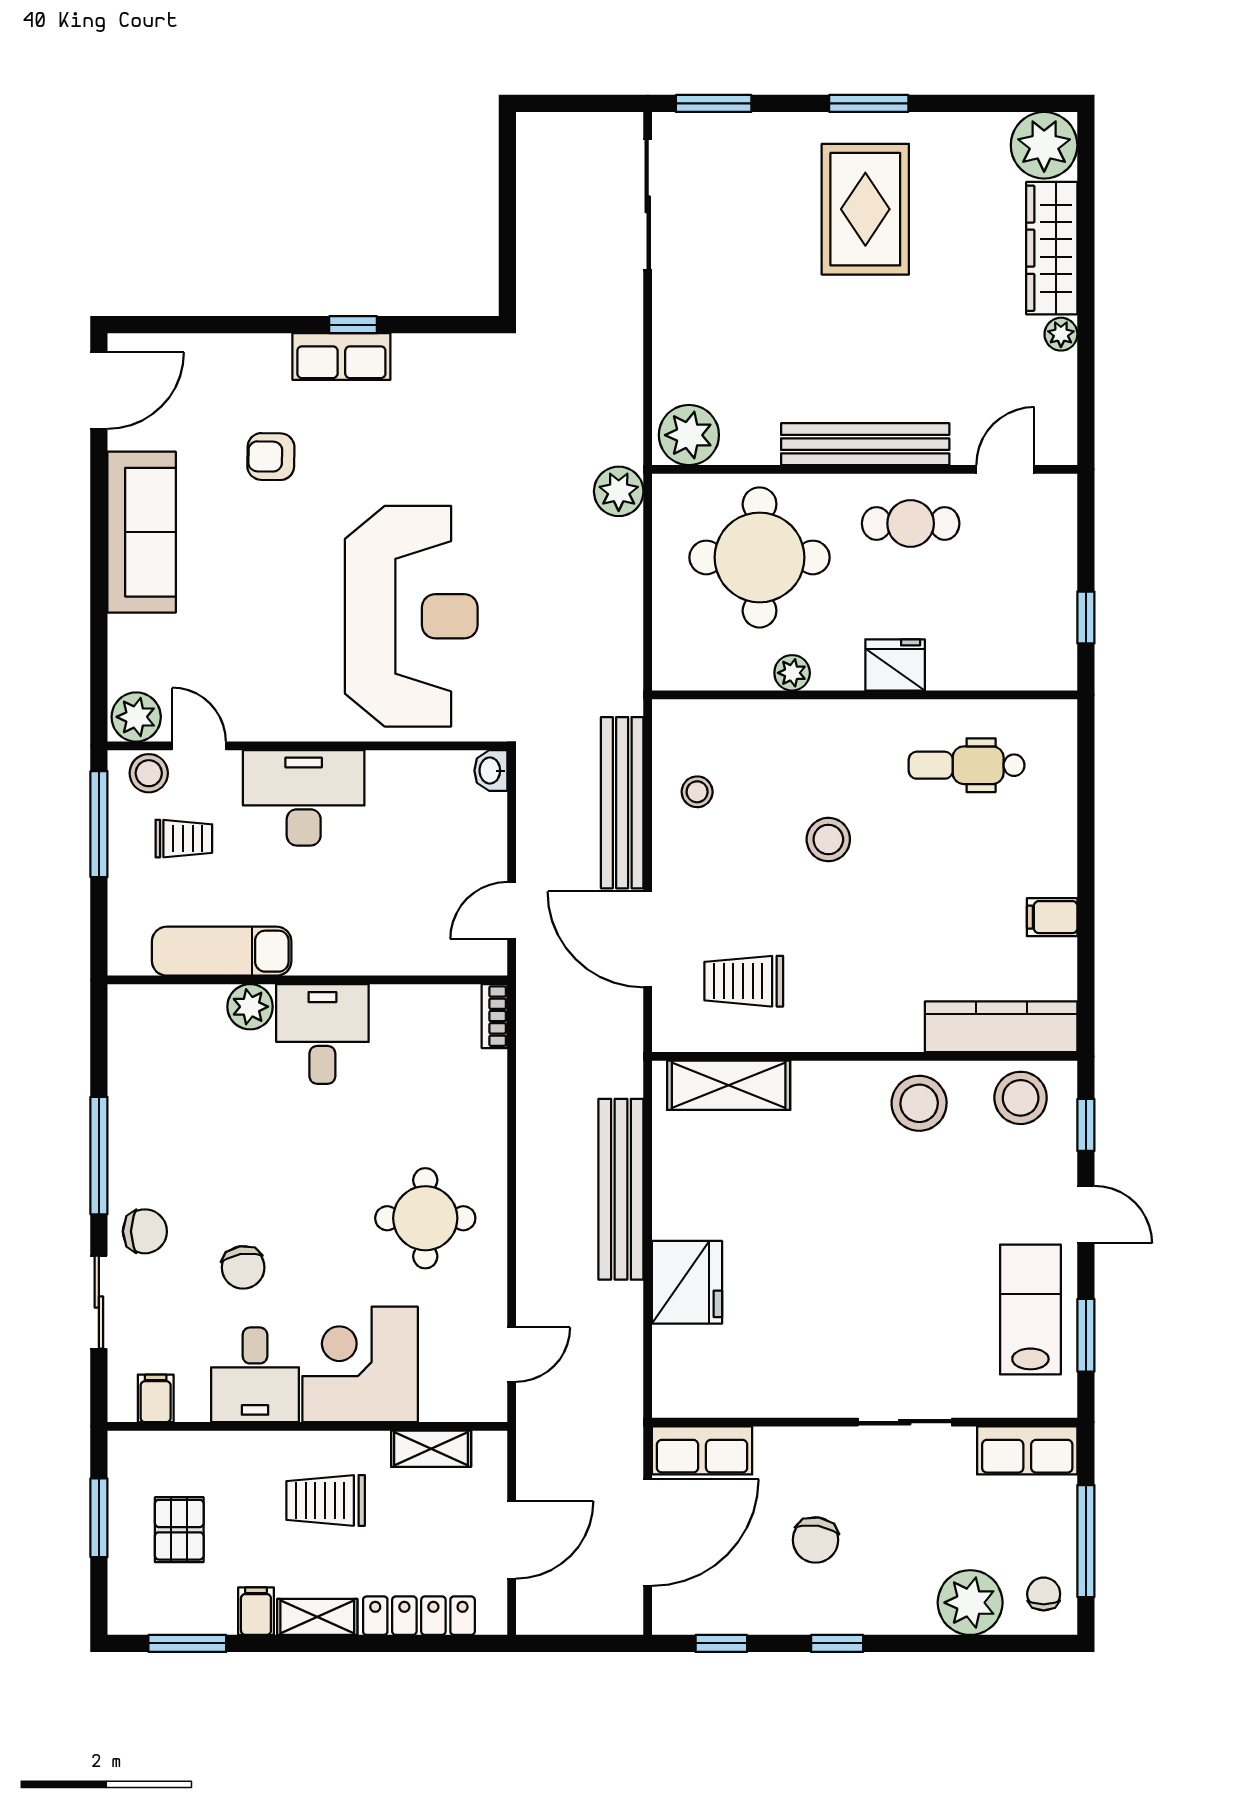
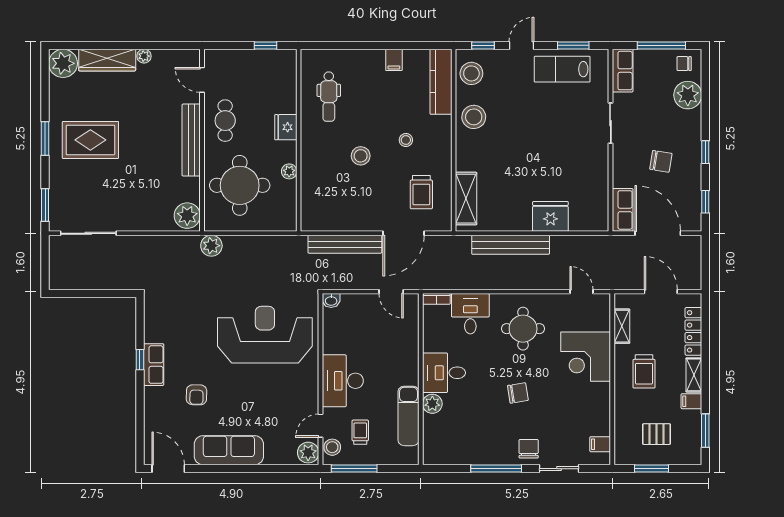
stool: (697, 792) -> (406, 140), moved
chair: (243, 1267) -> (518, 393), moved
desk: (255, 1375) -> (470, 314), moved, turned -90

